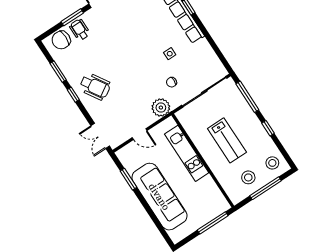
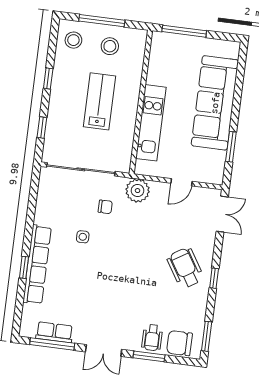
chair: (61, 40) -> (180, 343), turned 180
window: (58, 72) -> (207, 336), moved
window: (247, 97) -> (42, 127), width x0.46
door: (140, 134) -> (181, 182), swing flipped

